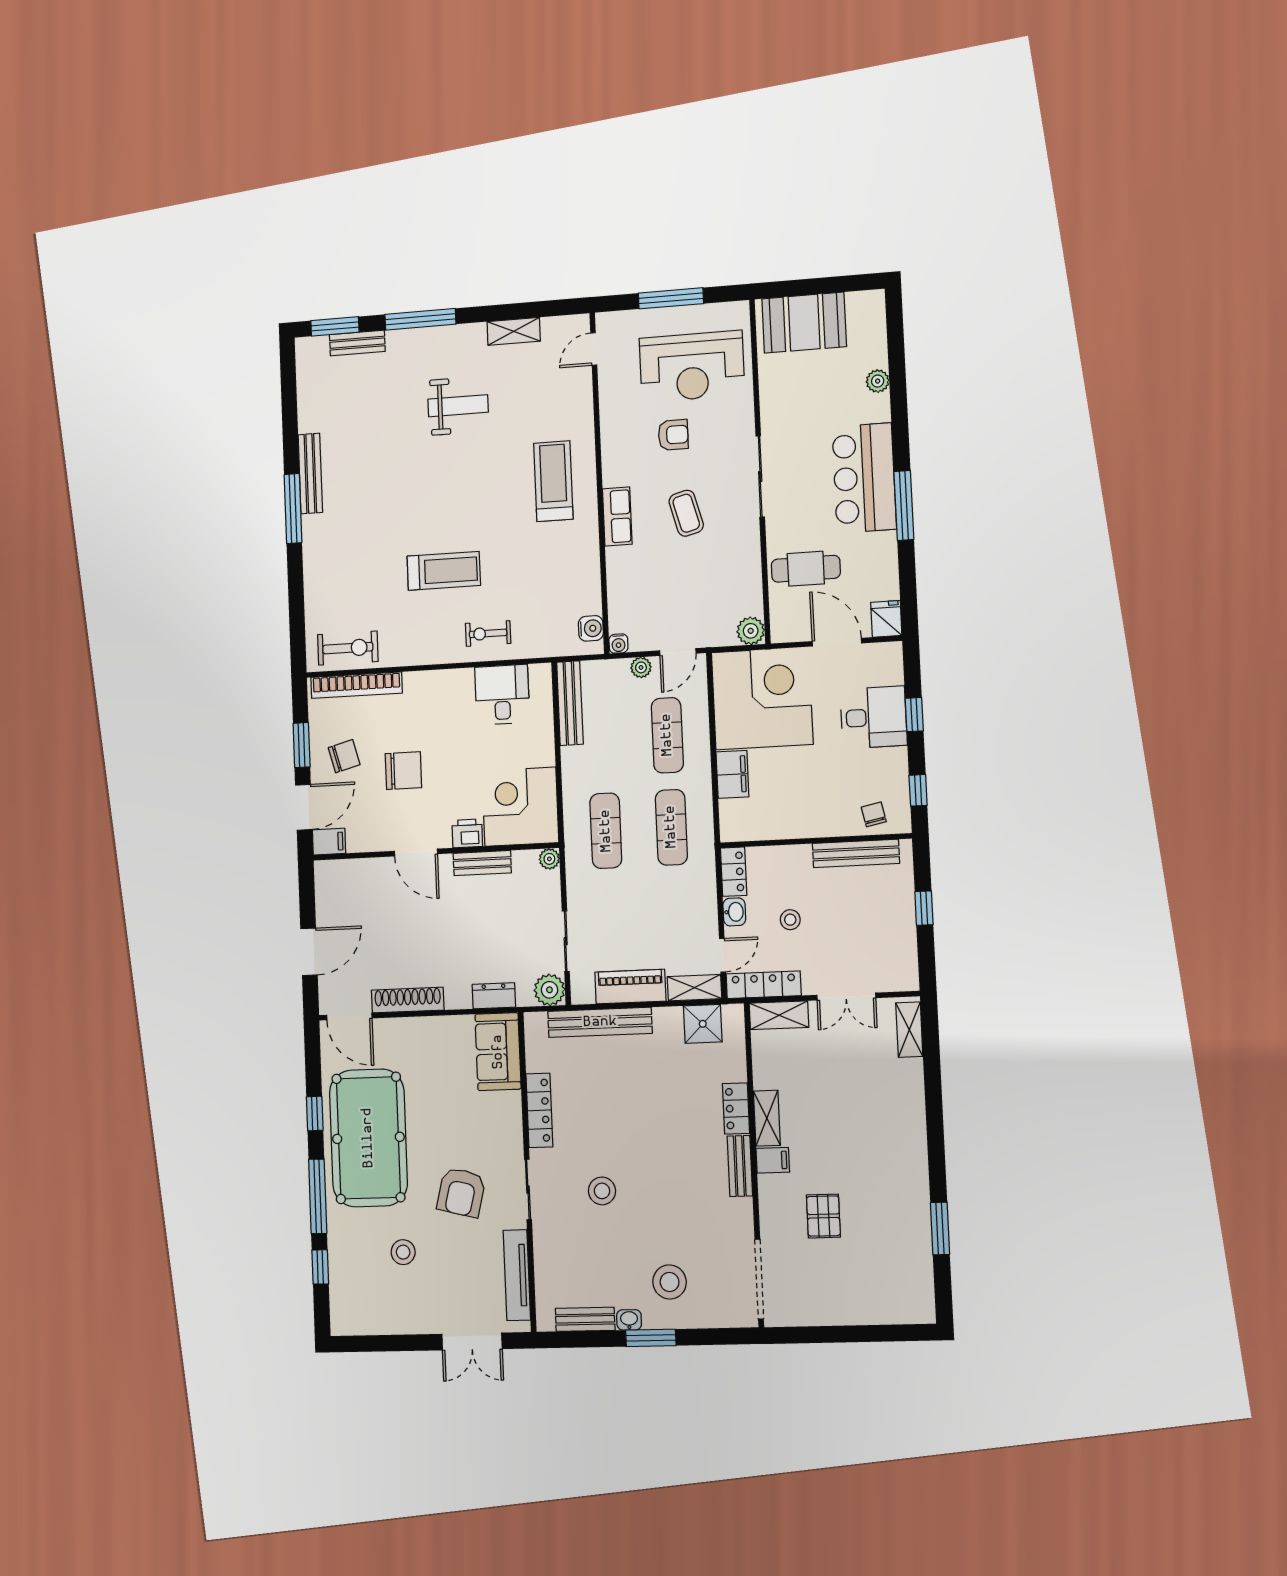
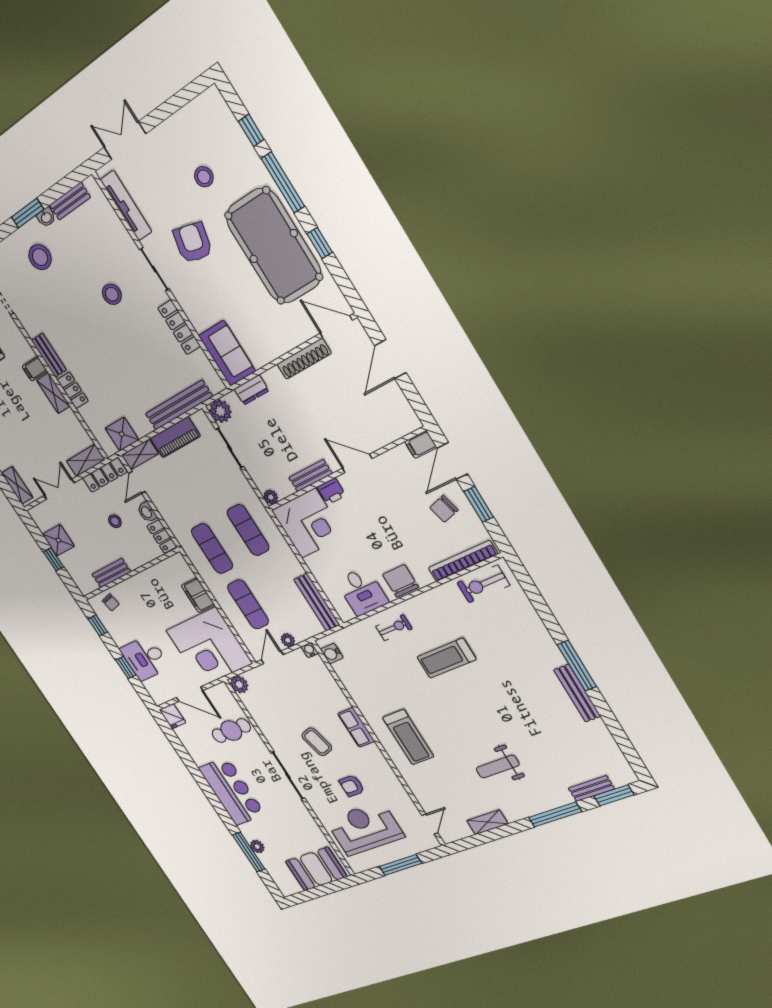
window: (904, 505) -> (249, 852), moved
chair: (403, 771) -> (401, 581), moved, turned 90
bench: (856, 853) -> (111, 573), width x0.73
shower: (897, 931) -> (58, 540), added

